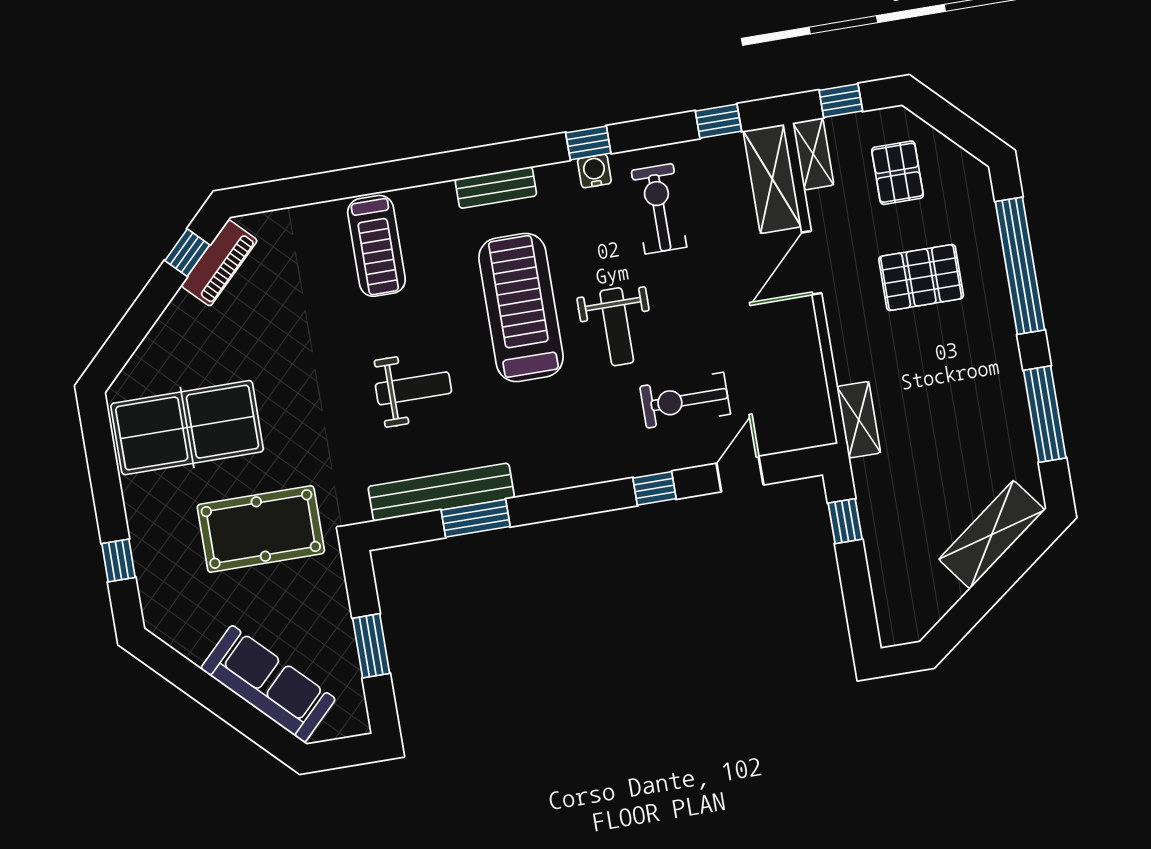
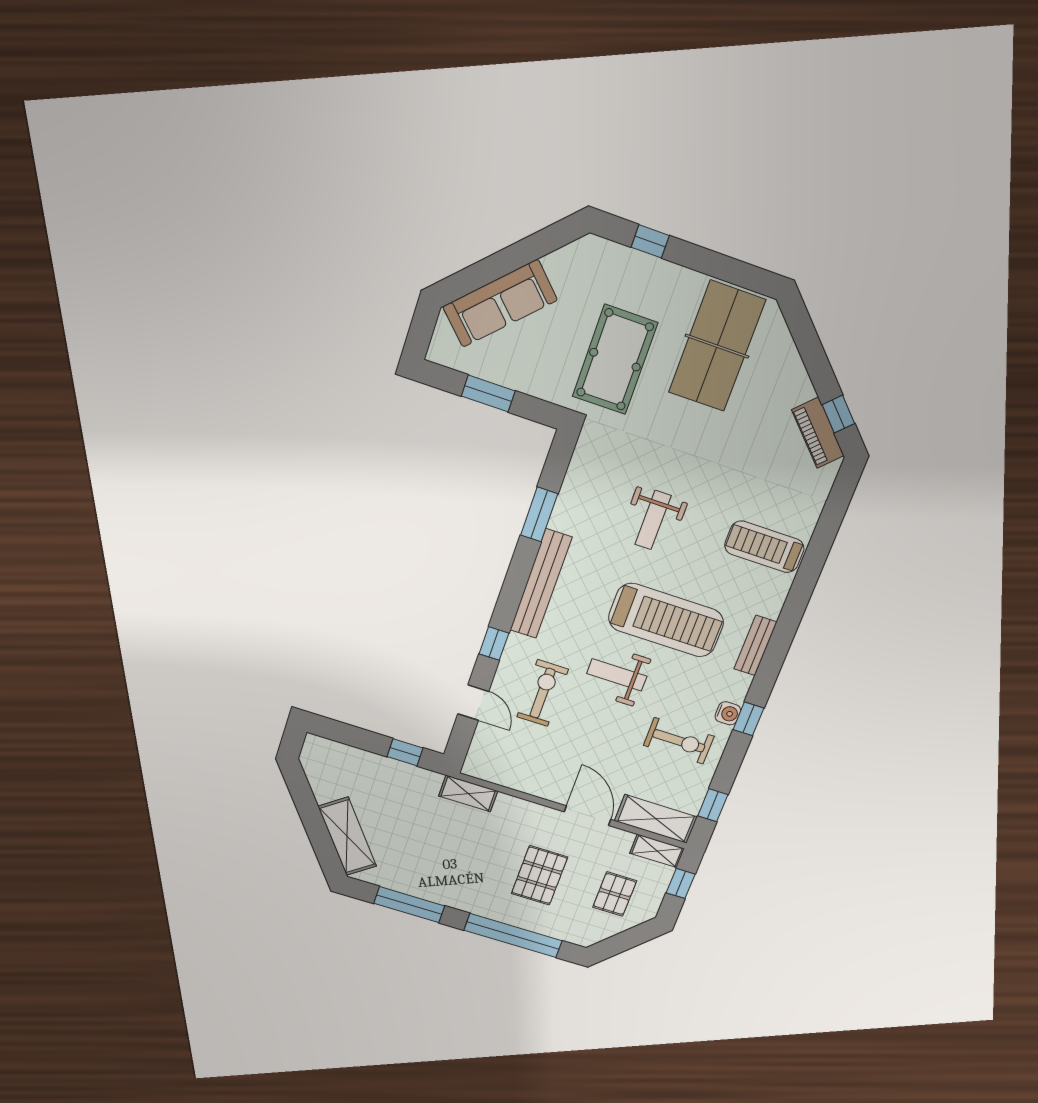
pallet: (898, 173) -> (615, 894), turned 90
bench: (441, 492) -> (541, 584), moved

